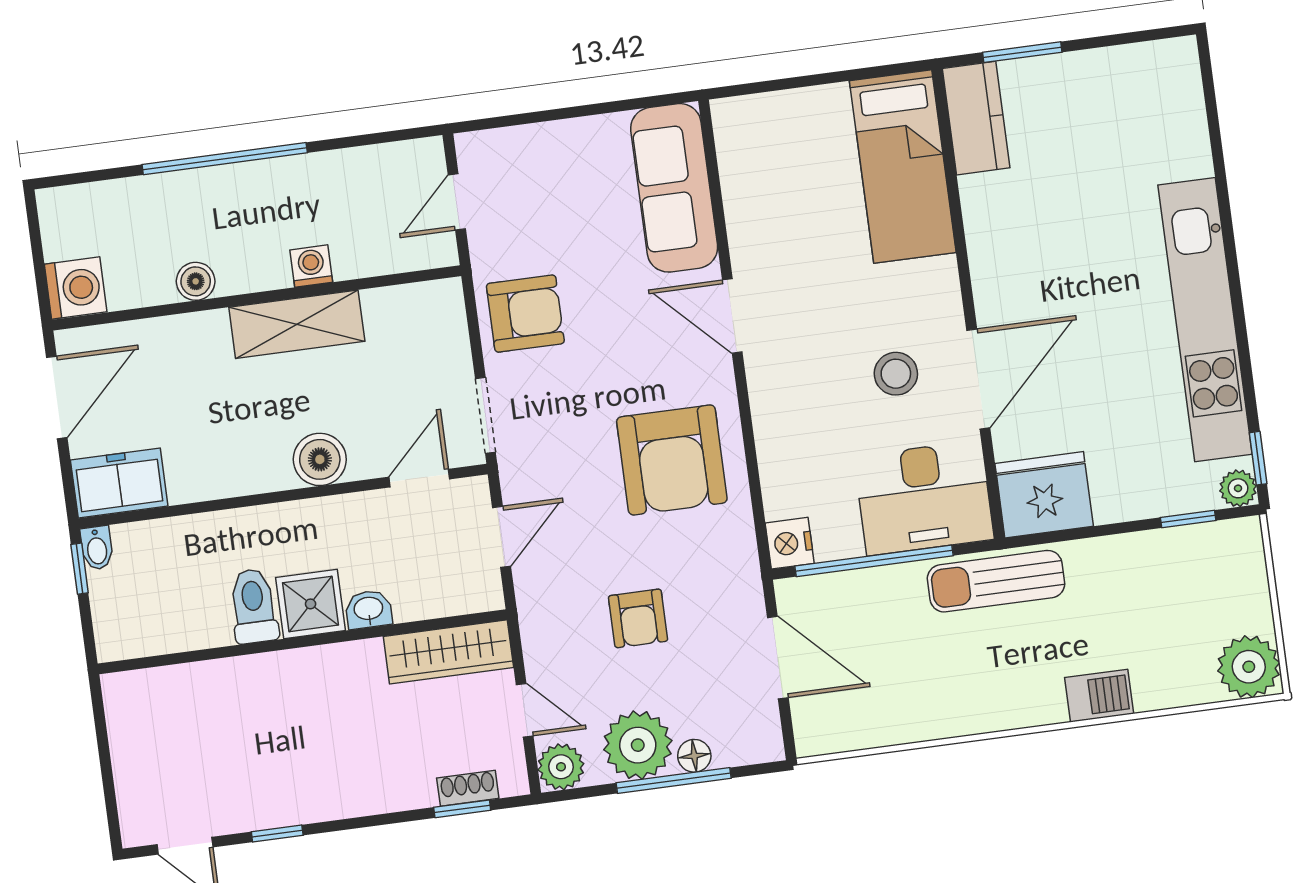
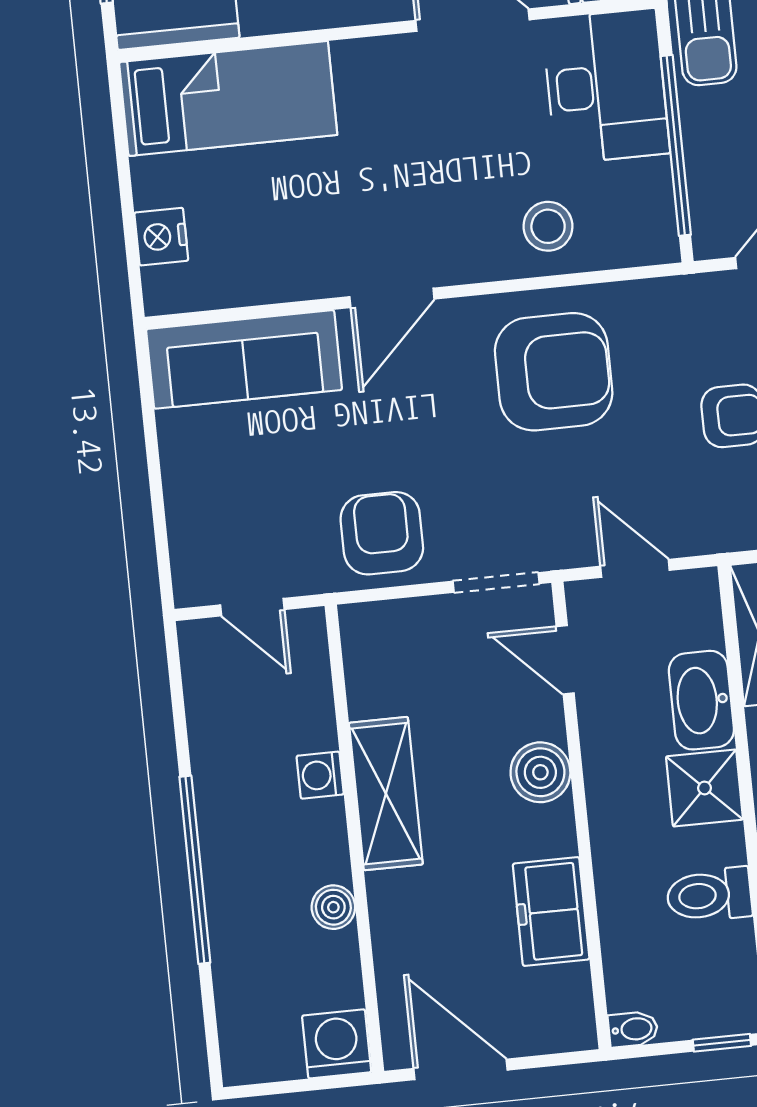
stool: (896, 374) -> (548, 226), moved
freezer: (119, 483) -> (551, 912), moved
nightstand: (790, 543) -> (161, 237), moved, turned 90
window: (80, 569) -> (722, 1043), moved
toilet: (254, 606) -> (709, 895), moved
washbasin: (369, 609) -> (701, 700), width x1.91, depth x1.45

